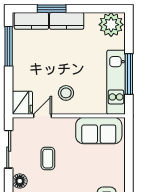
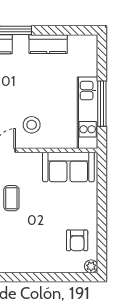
kitchen counter: (67, 21) -> (48, 44), moved
plant: (111, 25) -> (82, 48), removed

